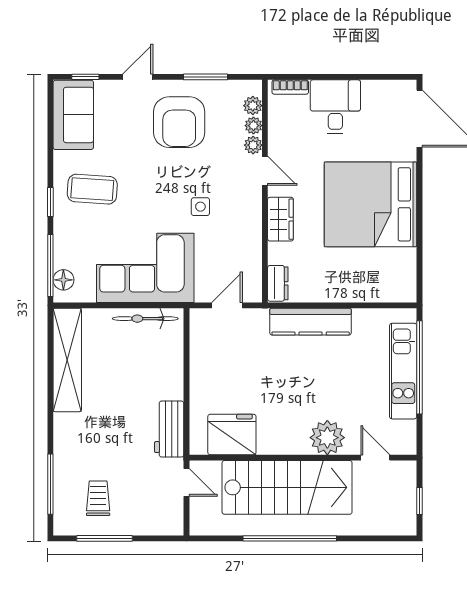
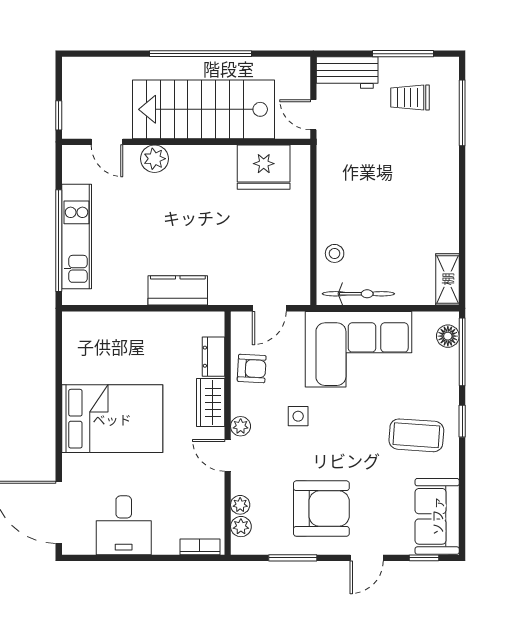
desk: (335, 107) -> (124, 525), moved
armchair: (179, 122) -> (321, 509), turned 90
plant: (253, 145) -> (241, 426), moved
bed: (371, 204) -> (112, 419), width x0.73
armchair: (243, 250) -> (252, 368), added
dresser: (278, 283) -> (214, 357), moved
kitchen counter: (311, 322) -> (178, 290), width x0.67
stool: (167, 356) -> (335, 253), added
shelving: (67, 360) -> (447, 279), width x0.45, depth x0.75
workbench: (169, 429) -> (347, 73), moved, turned 90
plant: (327, 438) -> (154, 159), width x0.73, depth x0.73
trolley: (98, 498) -> (410, 97), turned 90
window: (419, 501) -> (59, 115), moved

